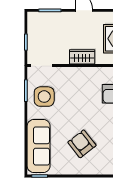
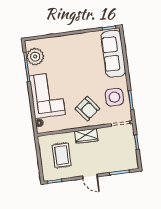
armchair: (82, 144) -> (87, 109), moved

